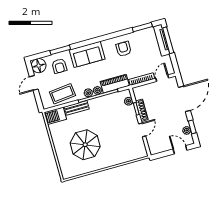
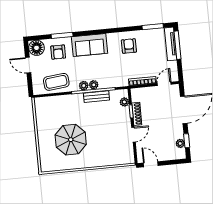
door: (34, 83) -> (28, 65), hinge flipped
piano: (115, 84) -> (113, 81), removed
bench: (77, 108) -> (96, 97), moved
barbecue: (55, 116) -> (45, 104), removed
door: (180, 150) -> (151, 164), moved

